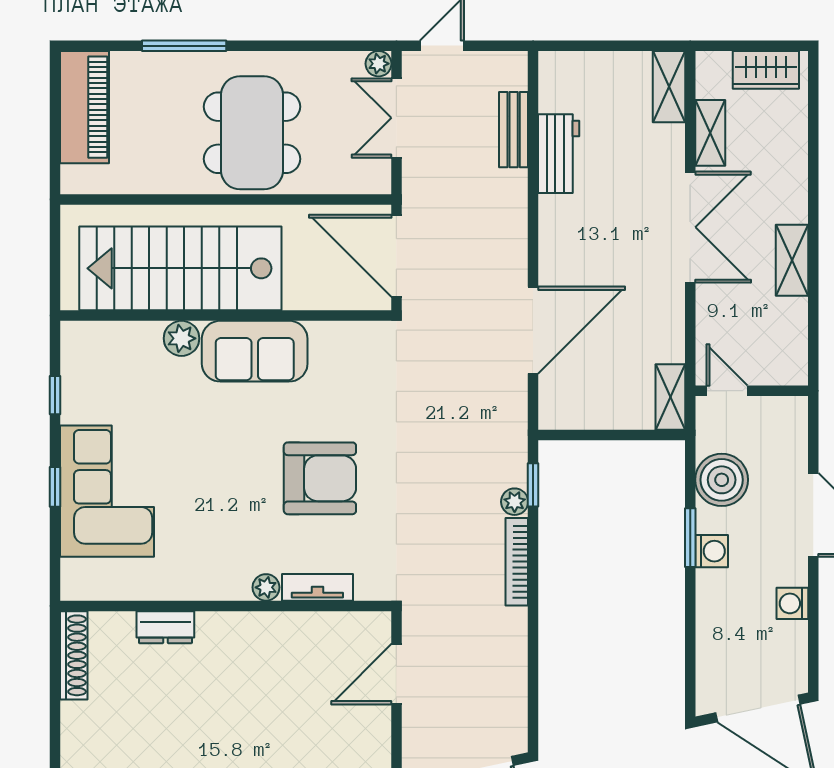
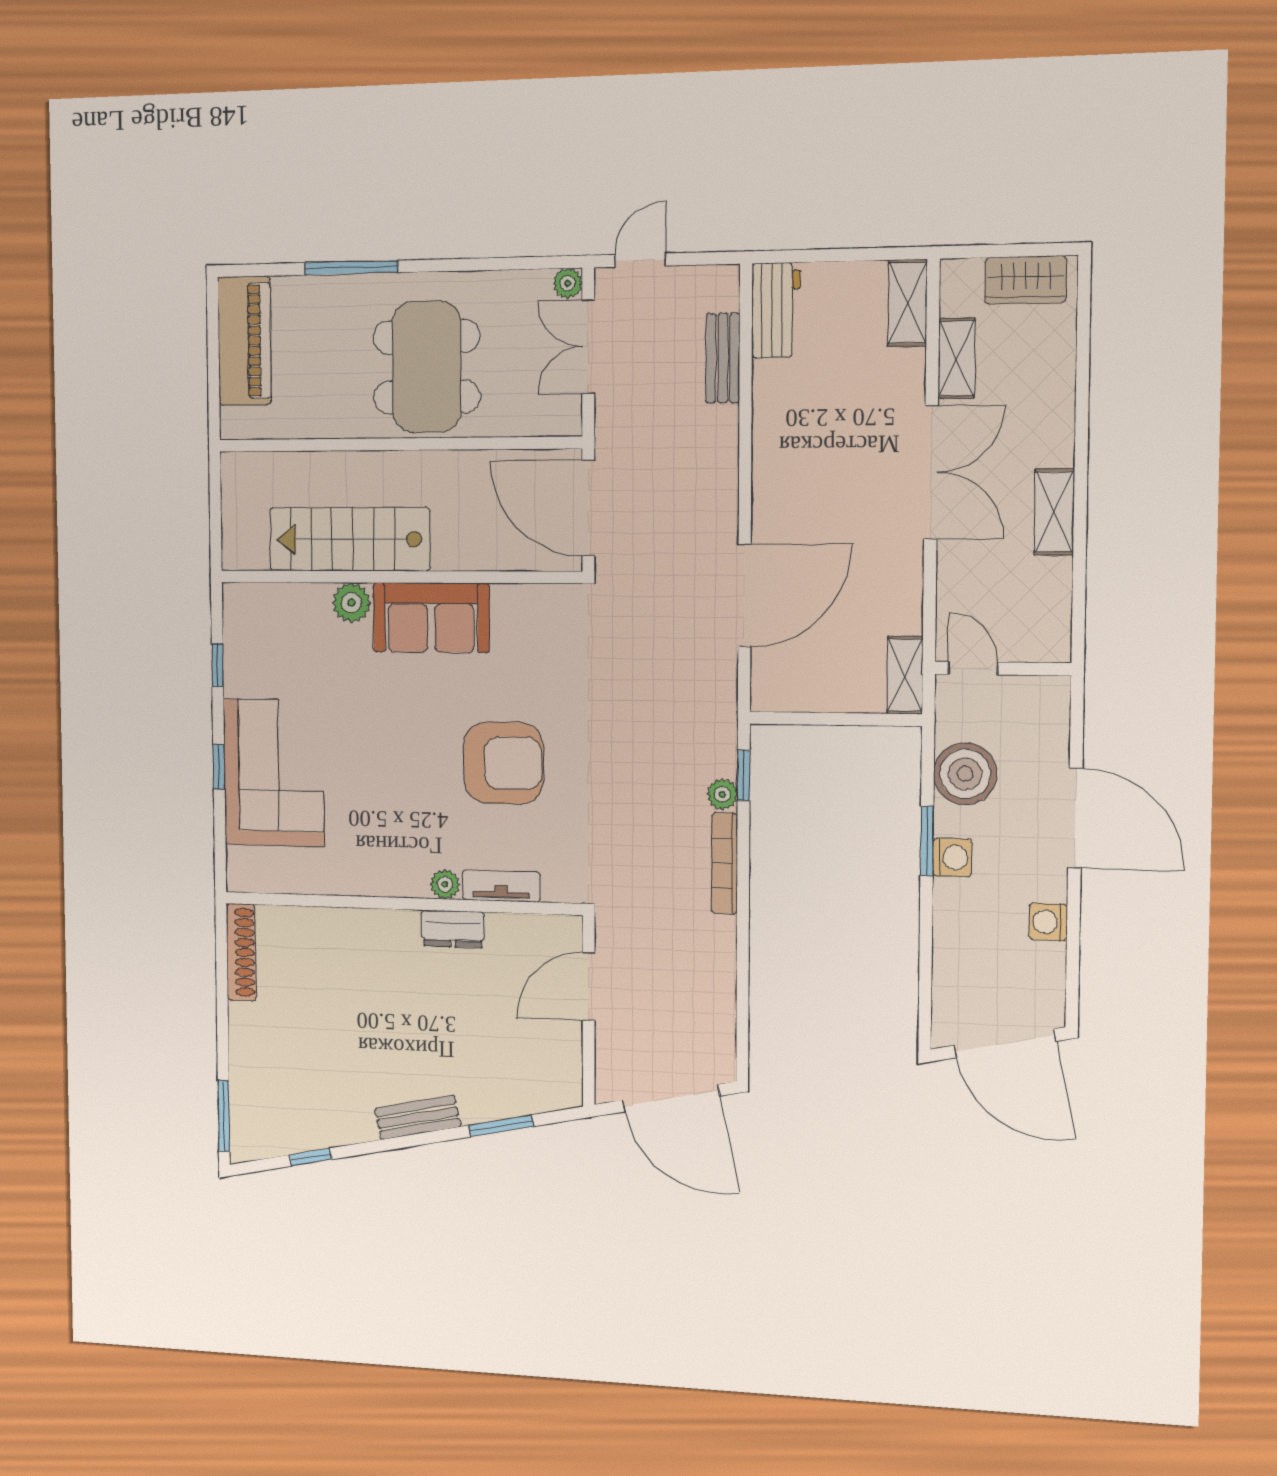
workbench: (559, 154) -> (776, 310), moved
stairs: (180, 268) -> (350, 539), width x0.73, depth x0.66
dresser: (165, 627) -> (453, 929), moved

